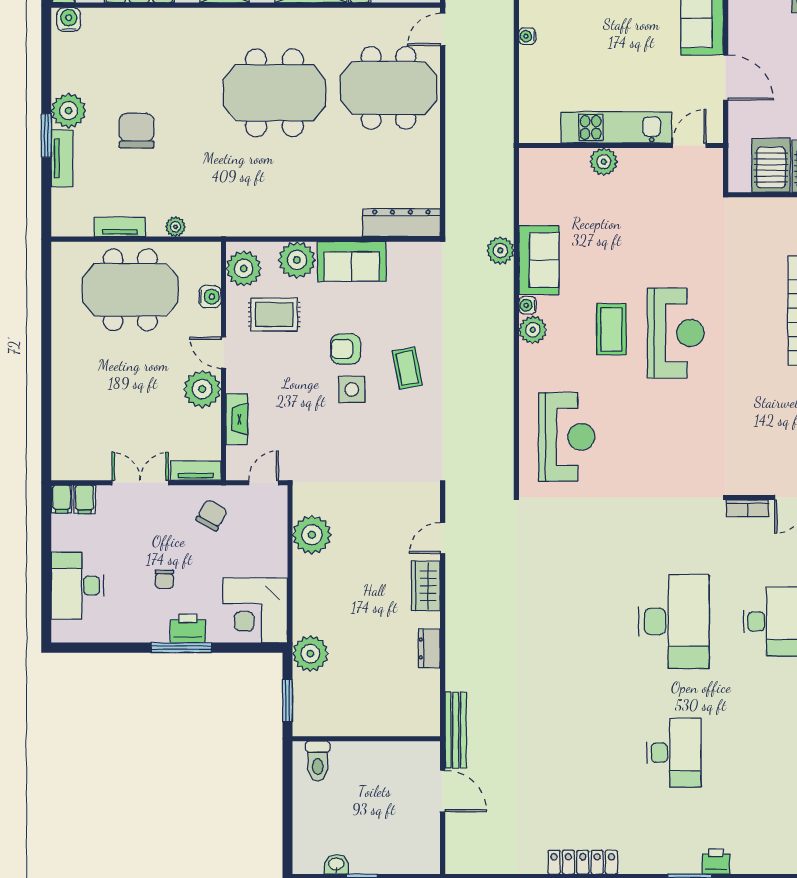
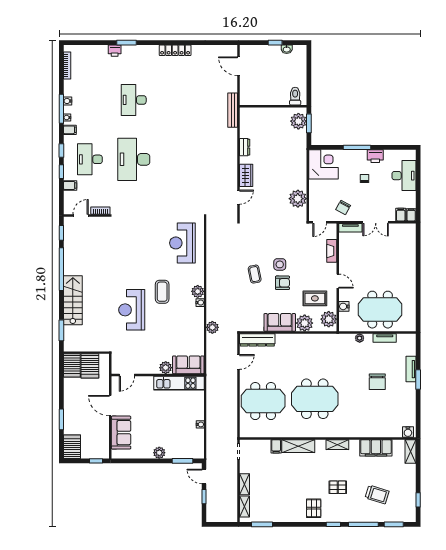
door: (443, 29) -> (239, 362), moved
plant: (69, 111) -> (408, 391), removed
kitchen unit: (616, 127) -> (179, 383), moved
sofa: (539, 260) -> (188, 365), moved, turned 90
reception desk: (676, 333) -> (132, 310), moved
plant: (202, 389) -> (347, 265), removed
printer: (188, 628) -> (375, 156), moved
plant: (310, 654) -> (298, 121), moved
door: (443, 791) -> (239, 66), moved

